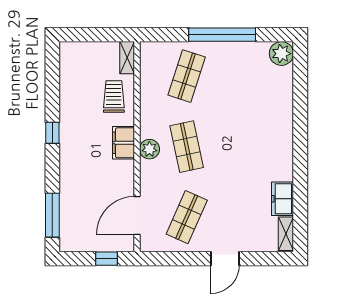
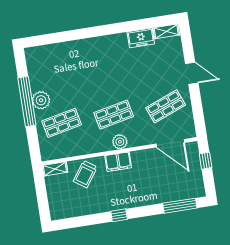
plant: (281, 54) -> (41, 100), moved
shop shelf: (187, 76) -> (62, 123), turned -30
trolley: (114, 97) -> (85, 174), turned -55
shop shelf: (187, 217) -> (166, 106), turned -45

